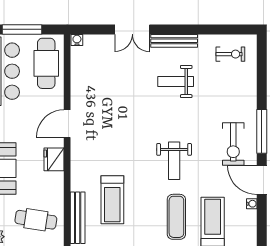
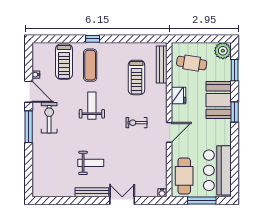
exercise bike: (230, 54) -> (136, 123), moved
fridge: (54, 159) -> (179, 96), moved
treadmill: (112, 200) -> (136, 77), turned 180

